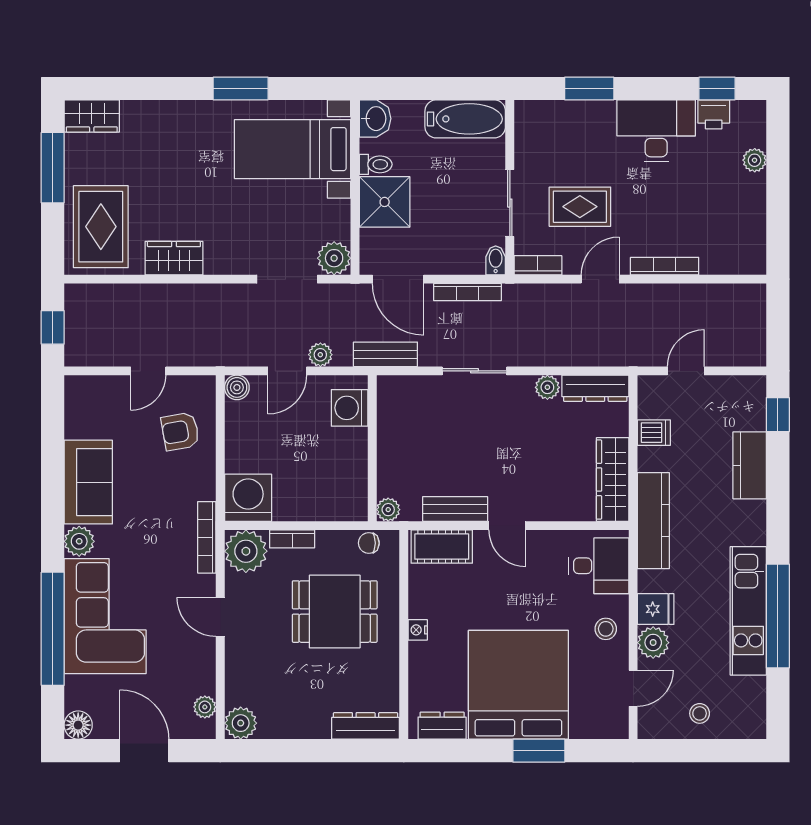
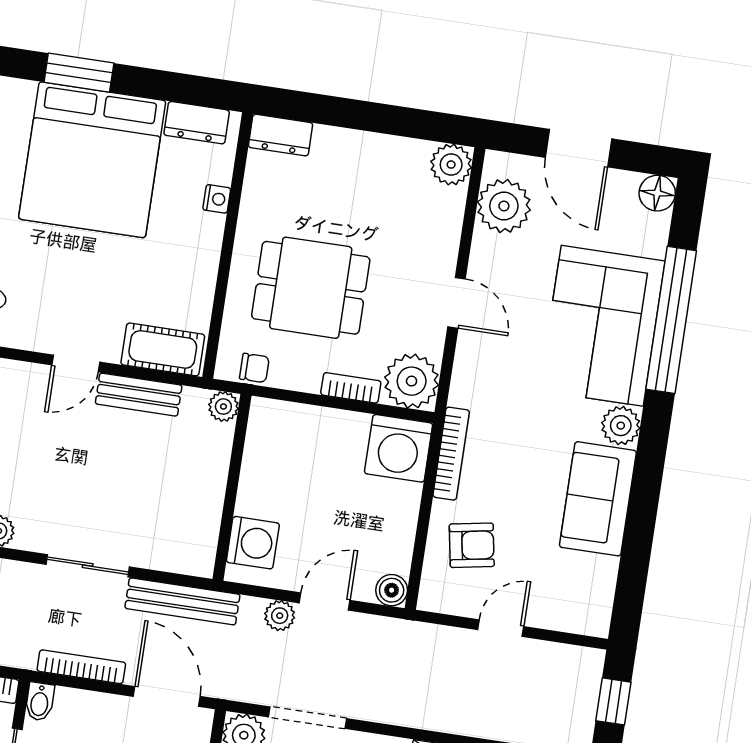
bench: (385, 354) -> (182, 601), width x1.36
door: (507, 526) -> (76, 363), swing flipped
bookcase: (207, 537) -> (451, 454), moved
nightstand: (418, 630) -> (217, 199), moved
plant: (205, 707) -> (504, 206), width x1.88, depth x1.88
dresser: (366, 726) -> (280, 135), width x0.70

